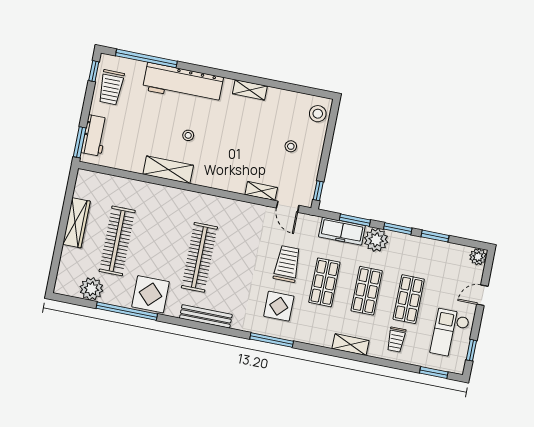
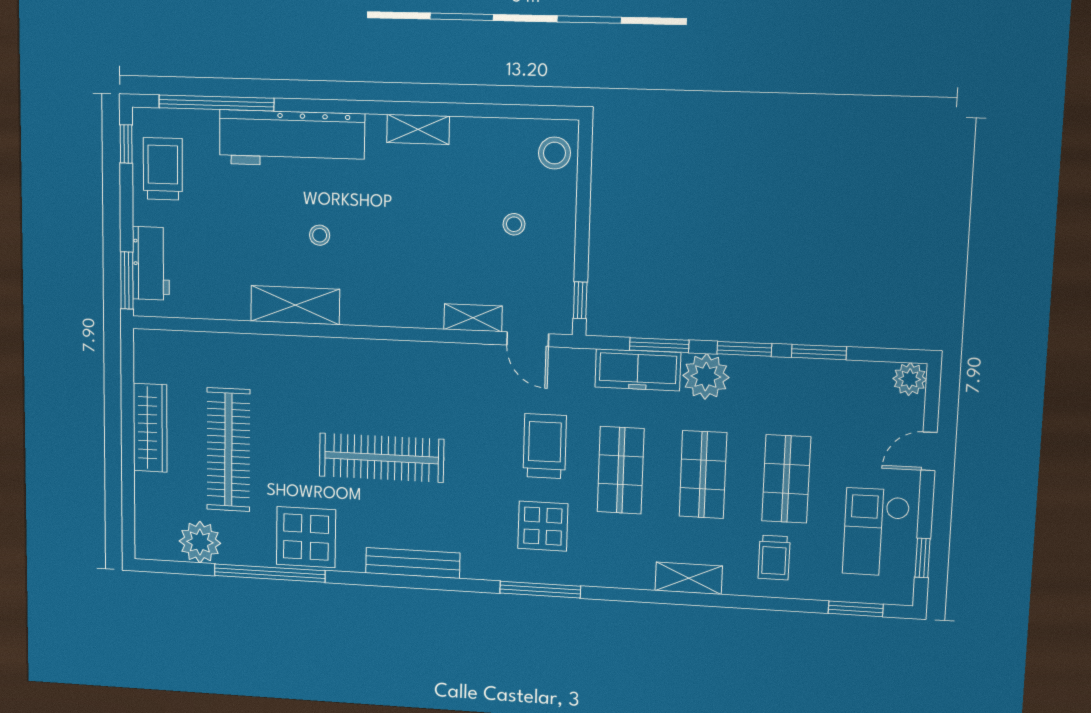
trolley: (111, 87) -> (163, 169), turned 180
clothes rail: (199, 257) -> (381, 458), turned 90

